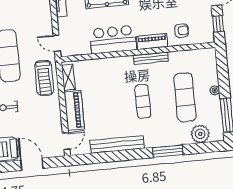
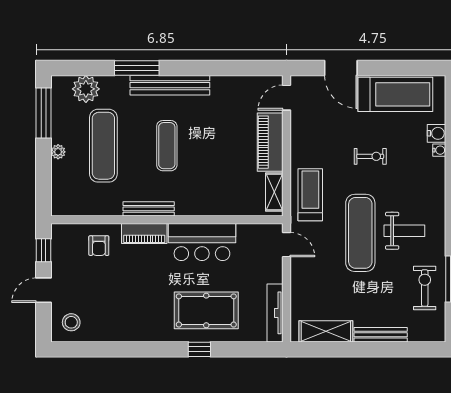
armchair: (182, 31) -> (99, 246), turned -90
bench: (117, 144) -> (170, 85), moved

